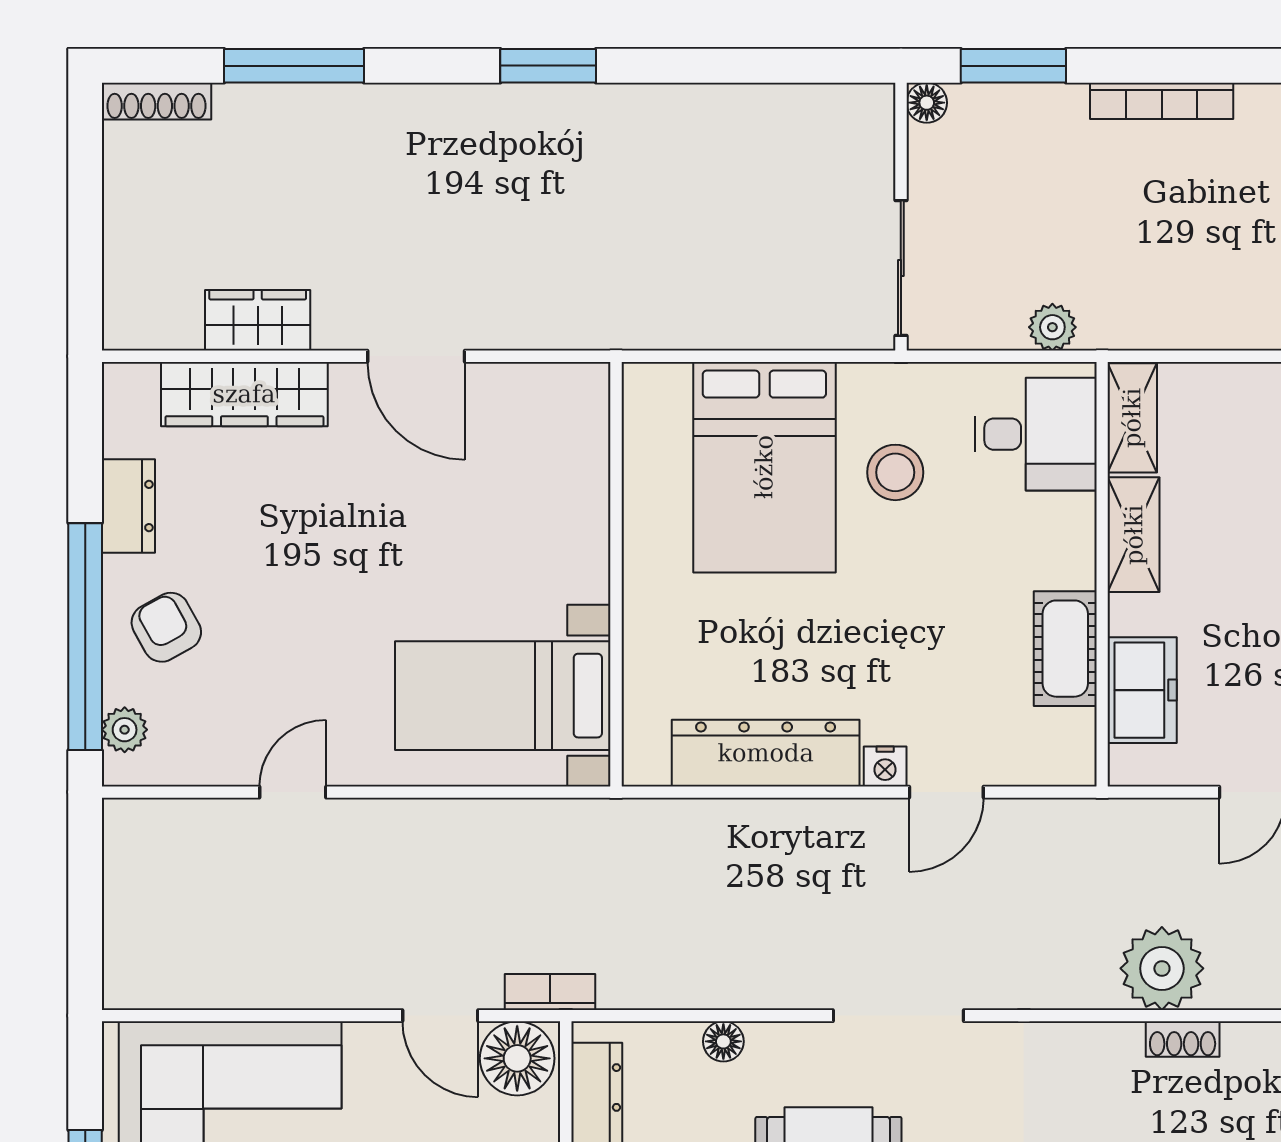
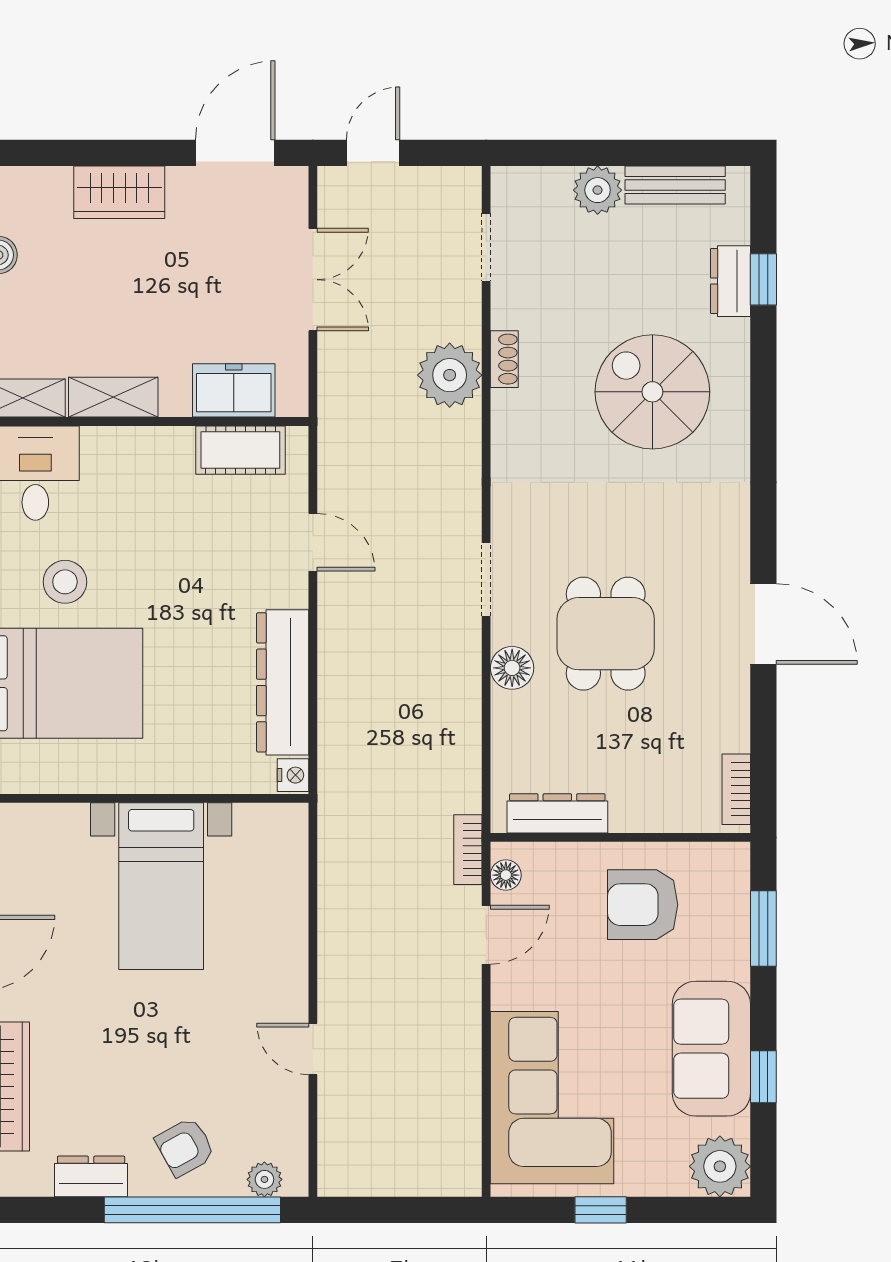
cot: (1065, 649) -> (240, 450), moved
bed with nightstands: (503, 696) -> (161, 886), moved
nightstand: (885, 766) -> (293, 775), moved
doorway: (898, 1016) -> (486, 579), width x0.73
floor lamp: (723, 1041) -> (512, 668), moved, width x1.37, depth x1.37
floor lamp: (517, 1058) -> (506, 875), width x0.53, depth x0.53

